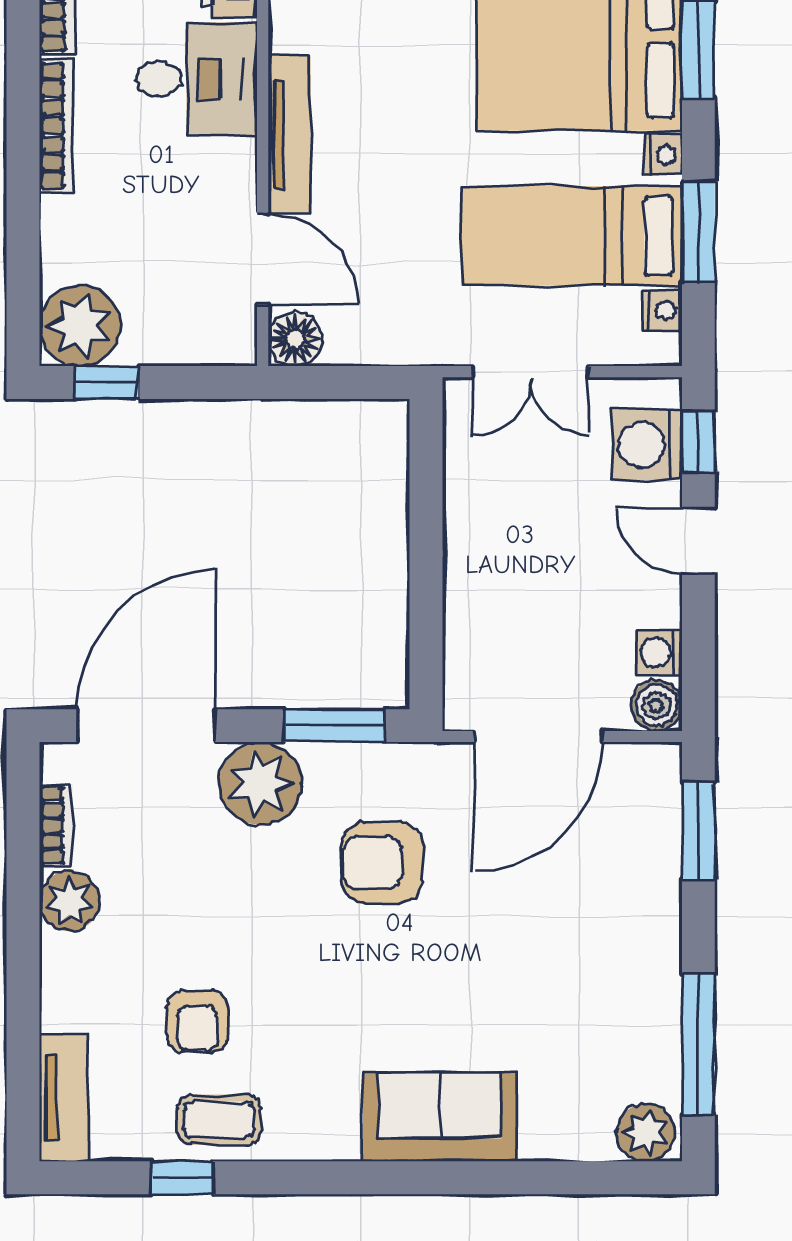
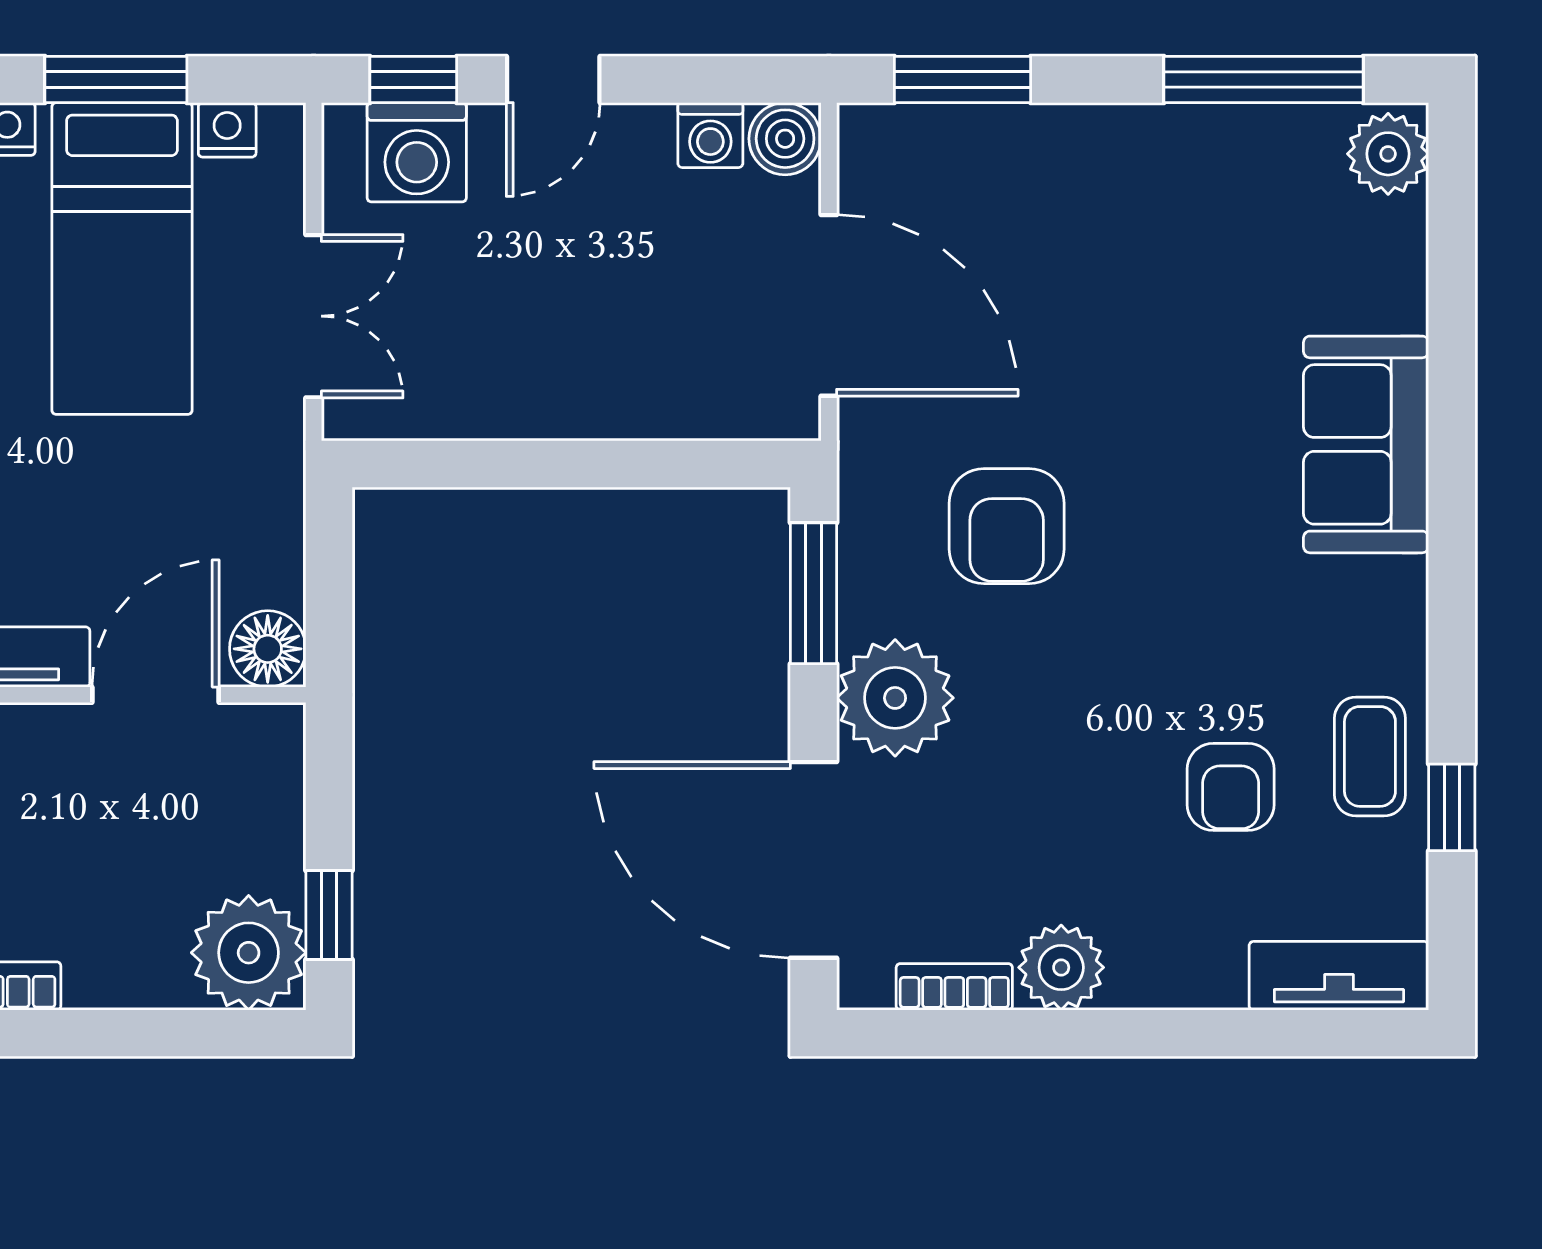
armchair: (197, 1021) -> (1231, 787), turned 90

